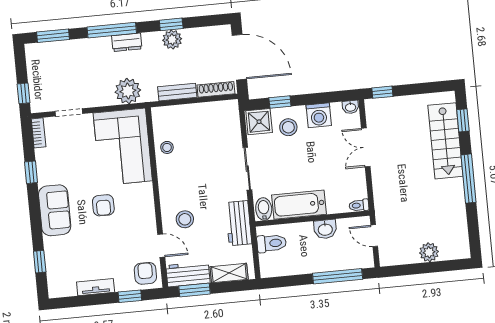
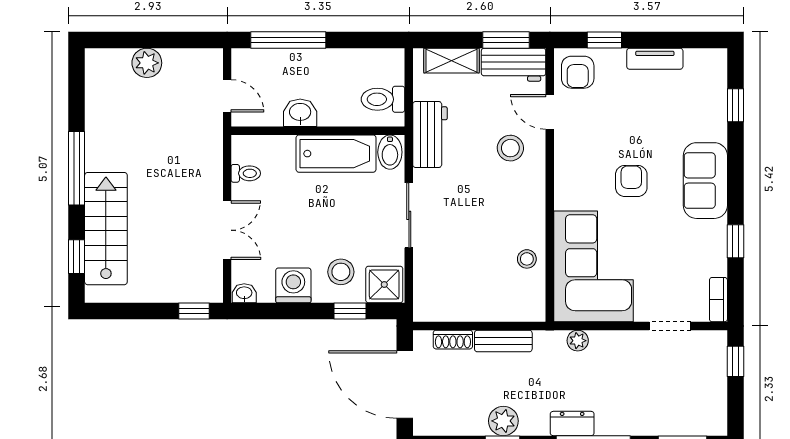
shoe rack: (216, 89) -> (453, 340), width x0.70
plant: (128, 91) -> (578, 341), width x0.53, depth x0.53
toilet: (359, 205) -> (246, 173), moved

